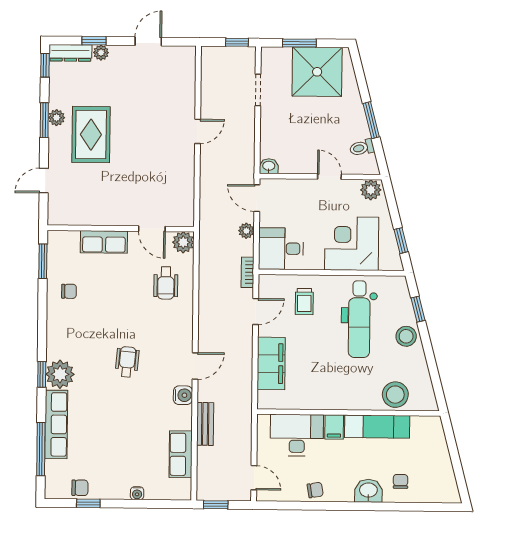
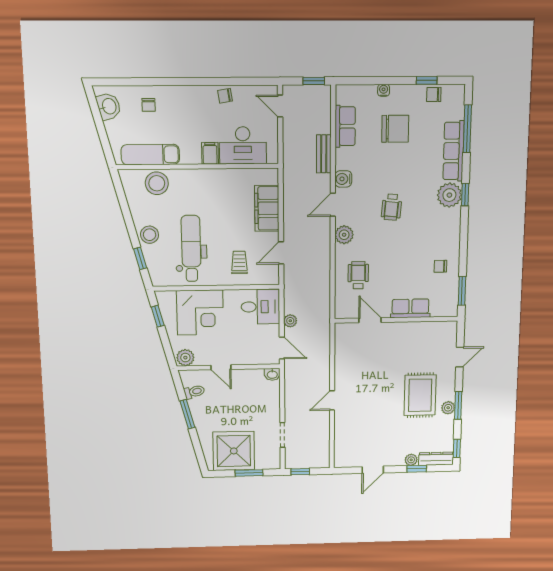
plant: (183, 242) -> (344, 235), moved
bookcase: (247, 272) -> (289, 286), removed
exam couch: (377, 427) -> (150, 155), moved
chair: (124, 450) -> (395, 129), added
washbasin: (368, 491) -> (109, 106), moved, turned -105

